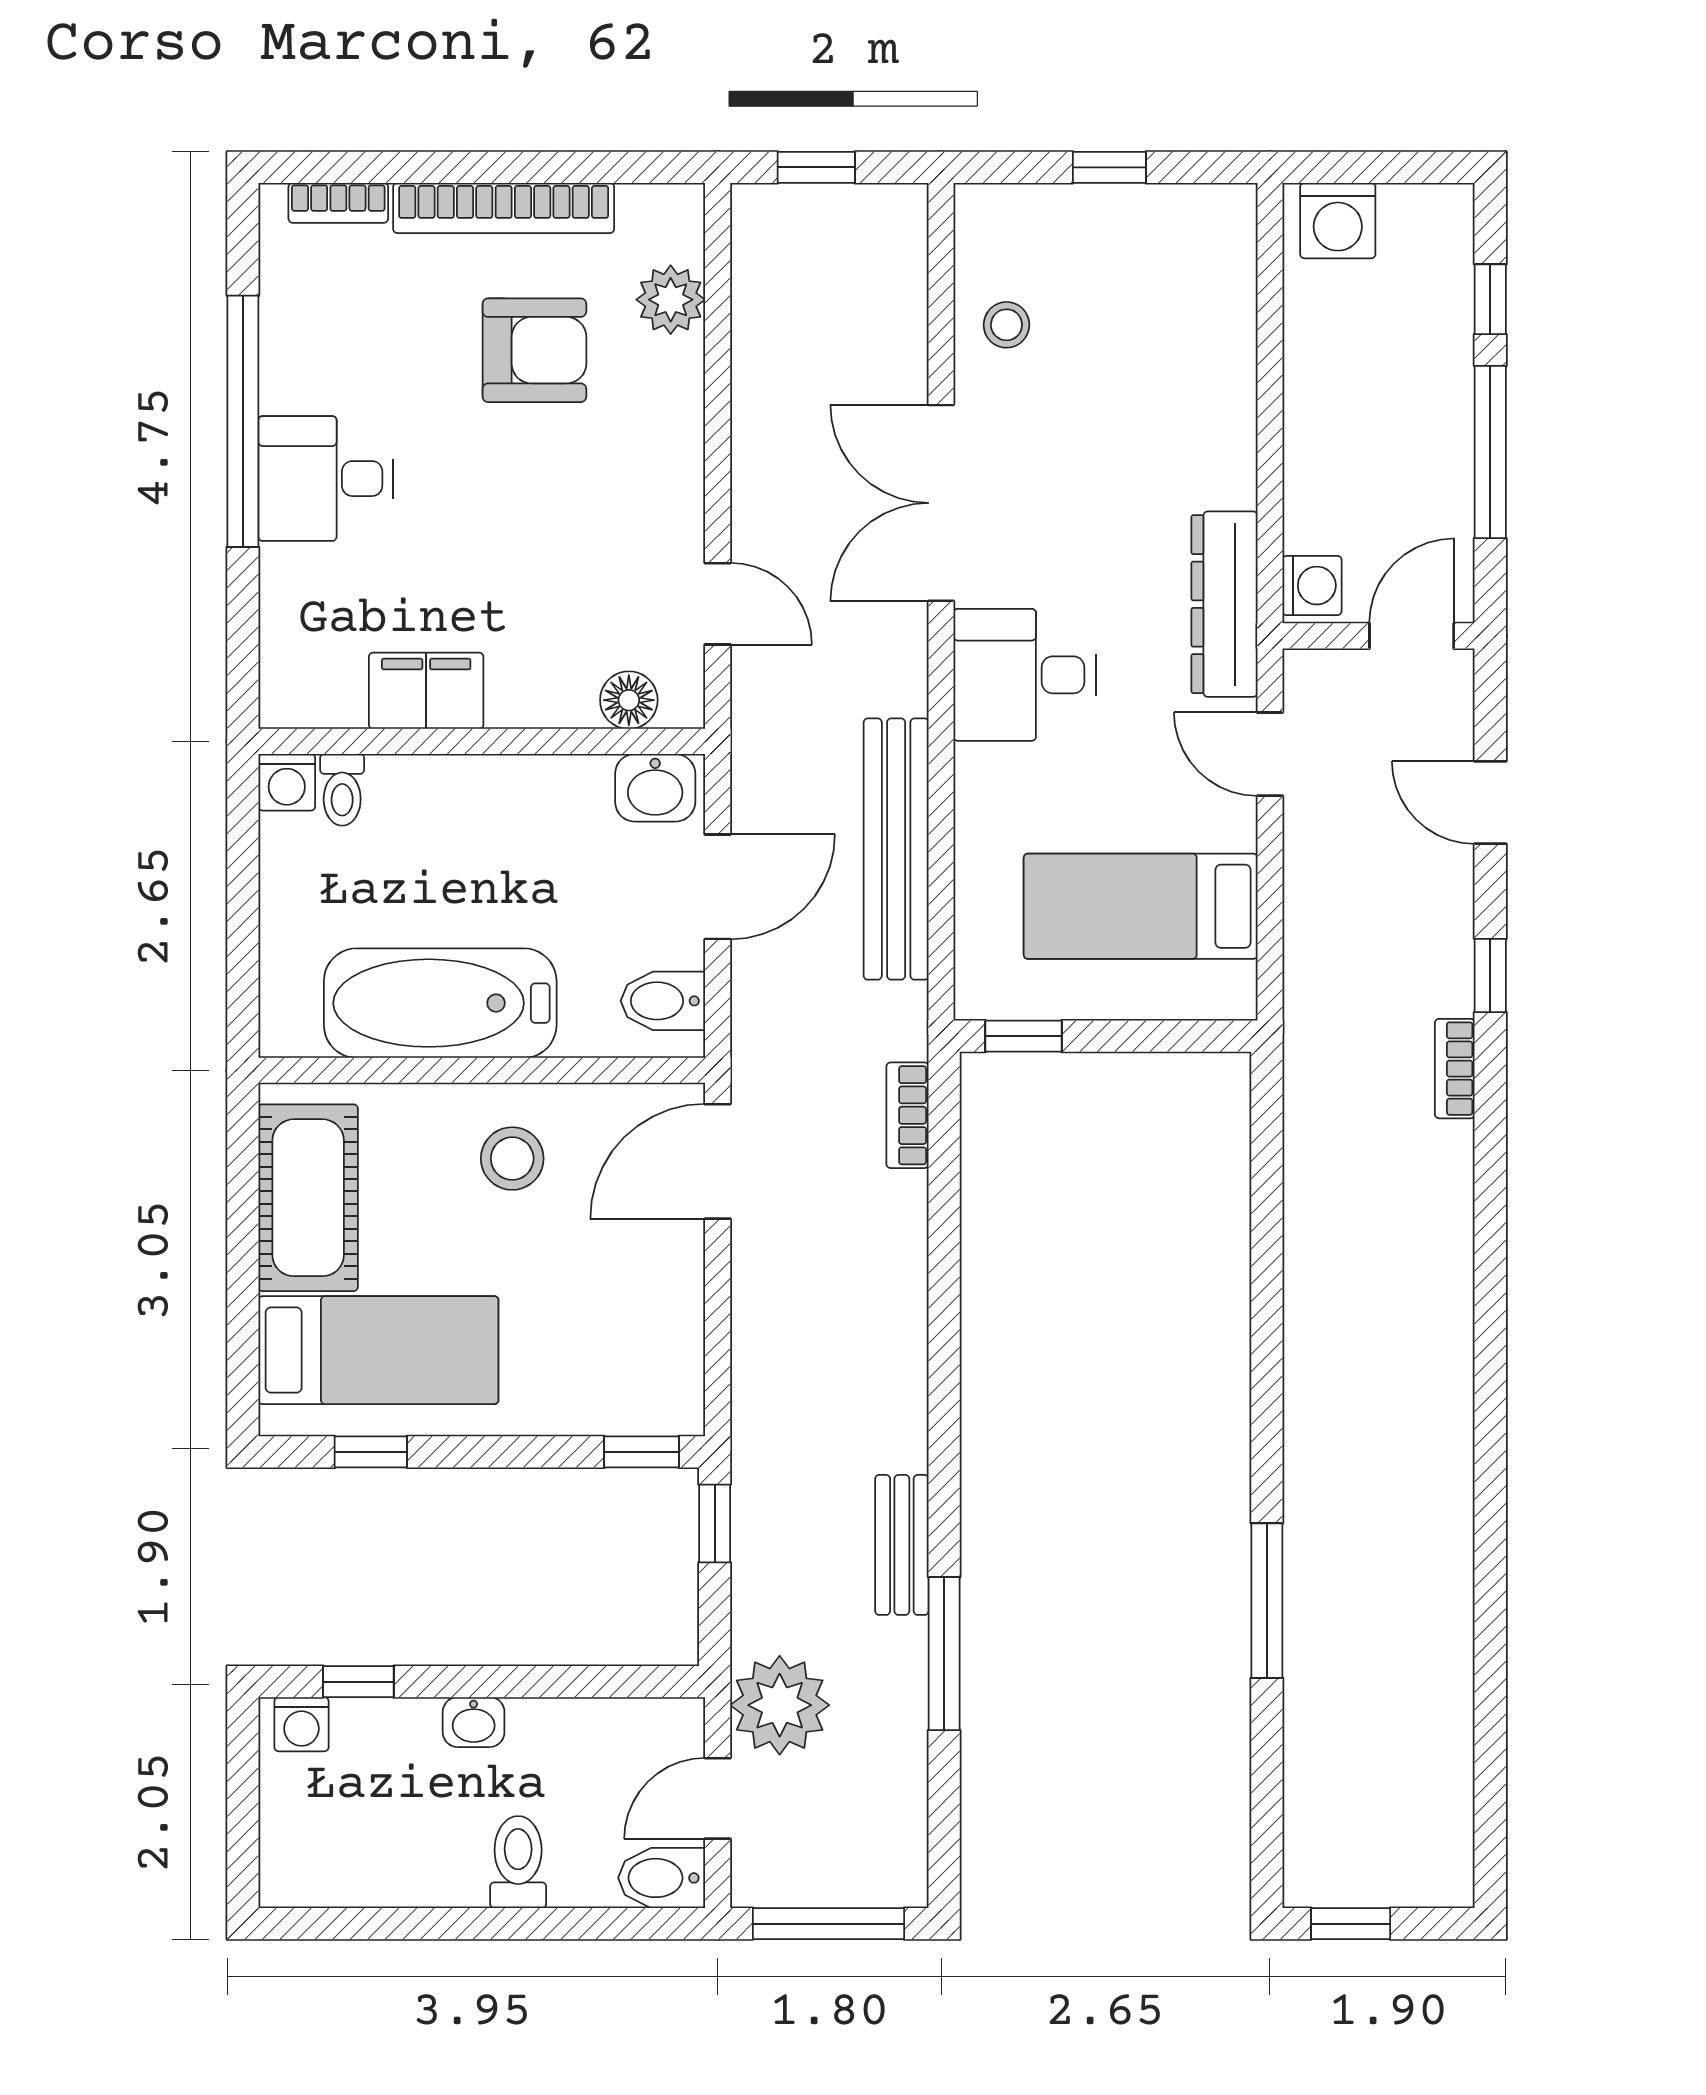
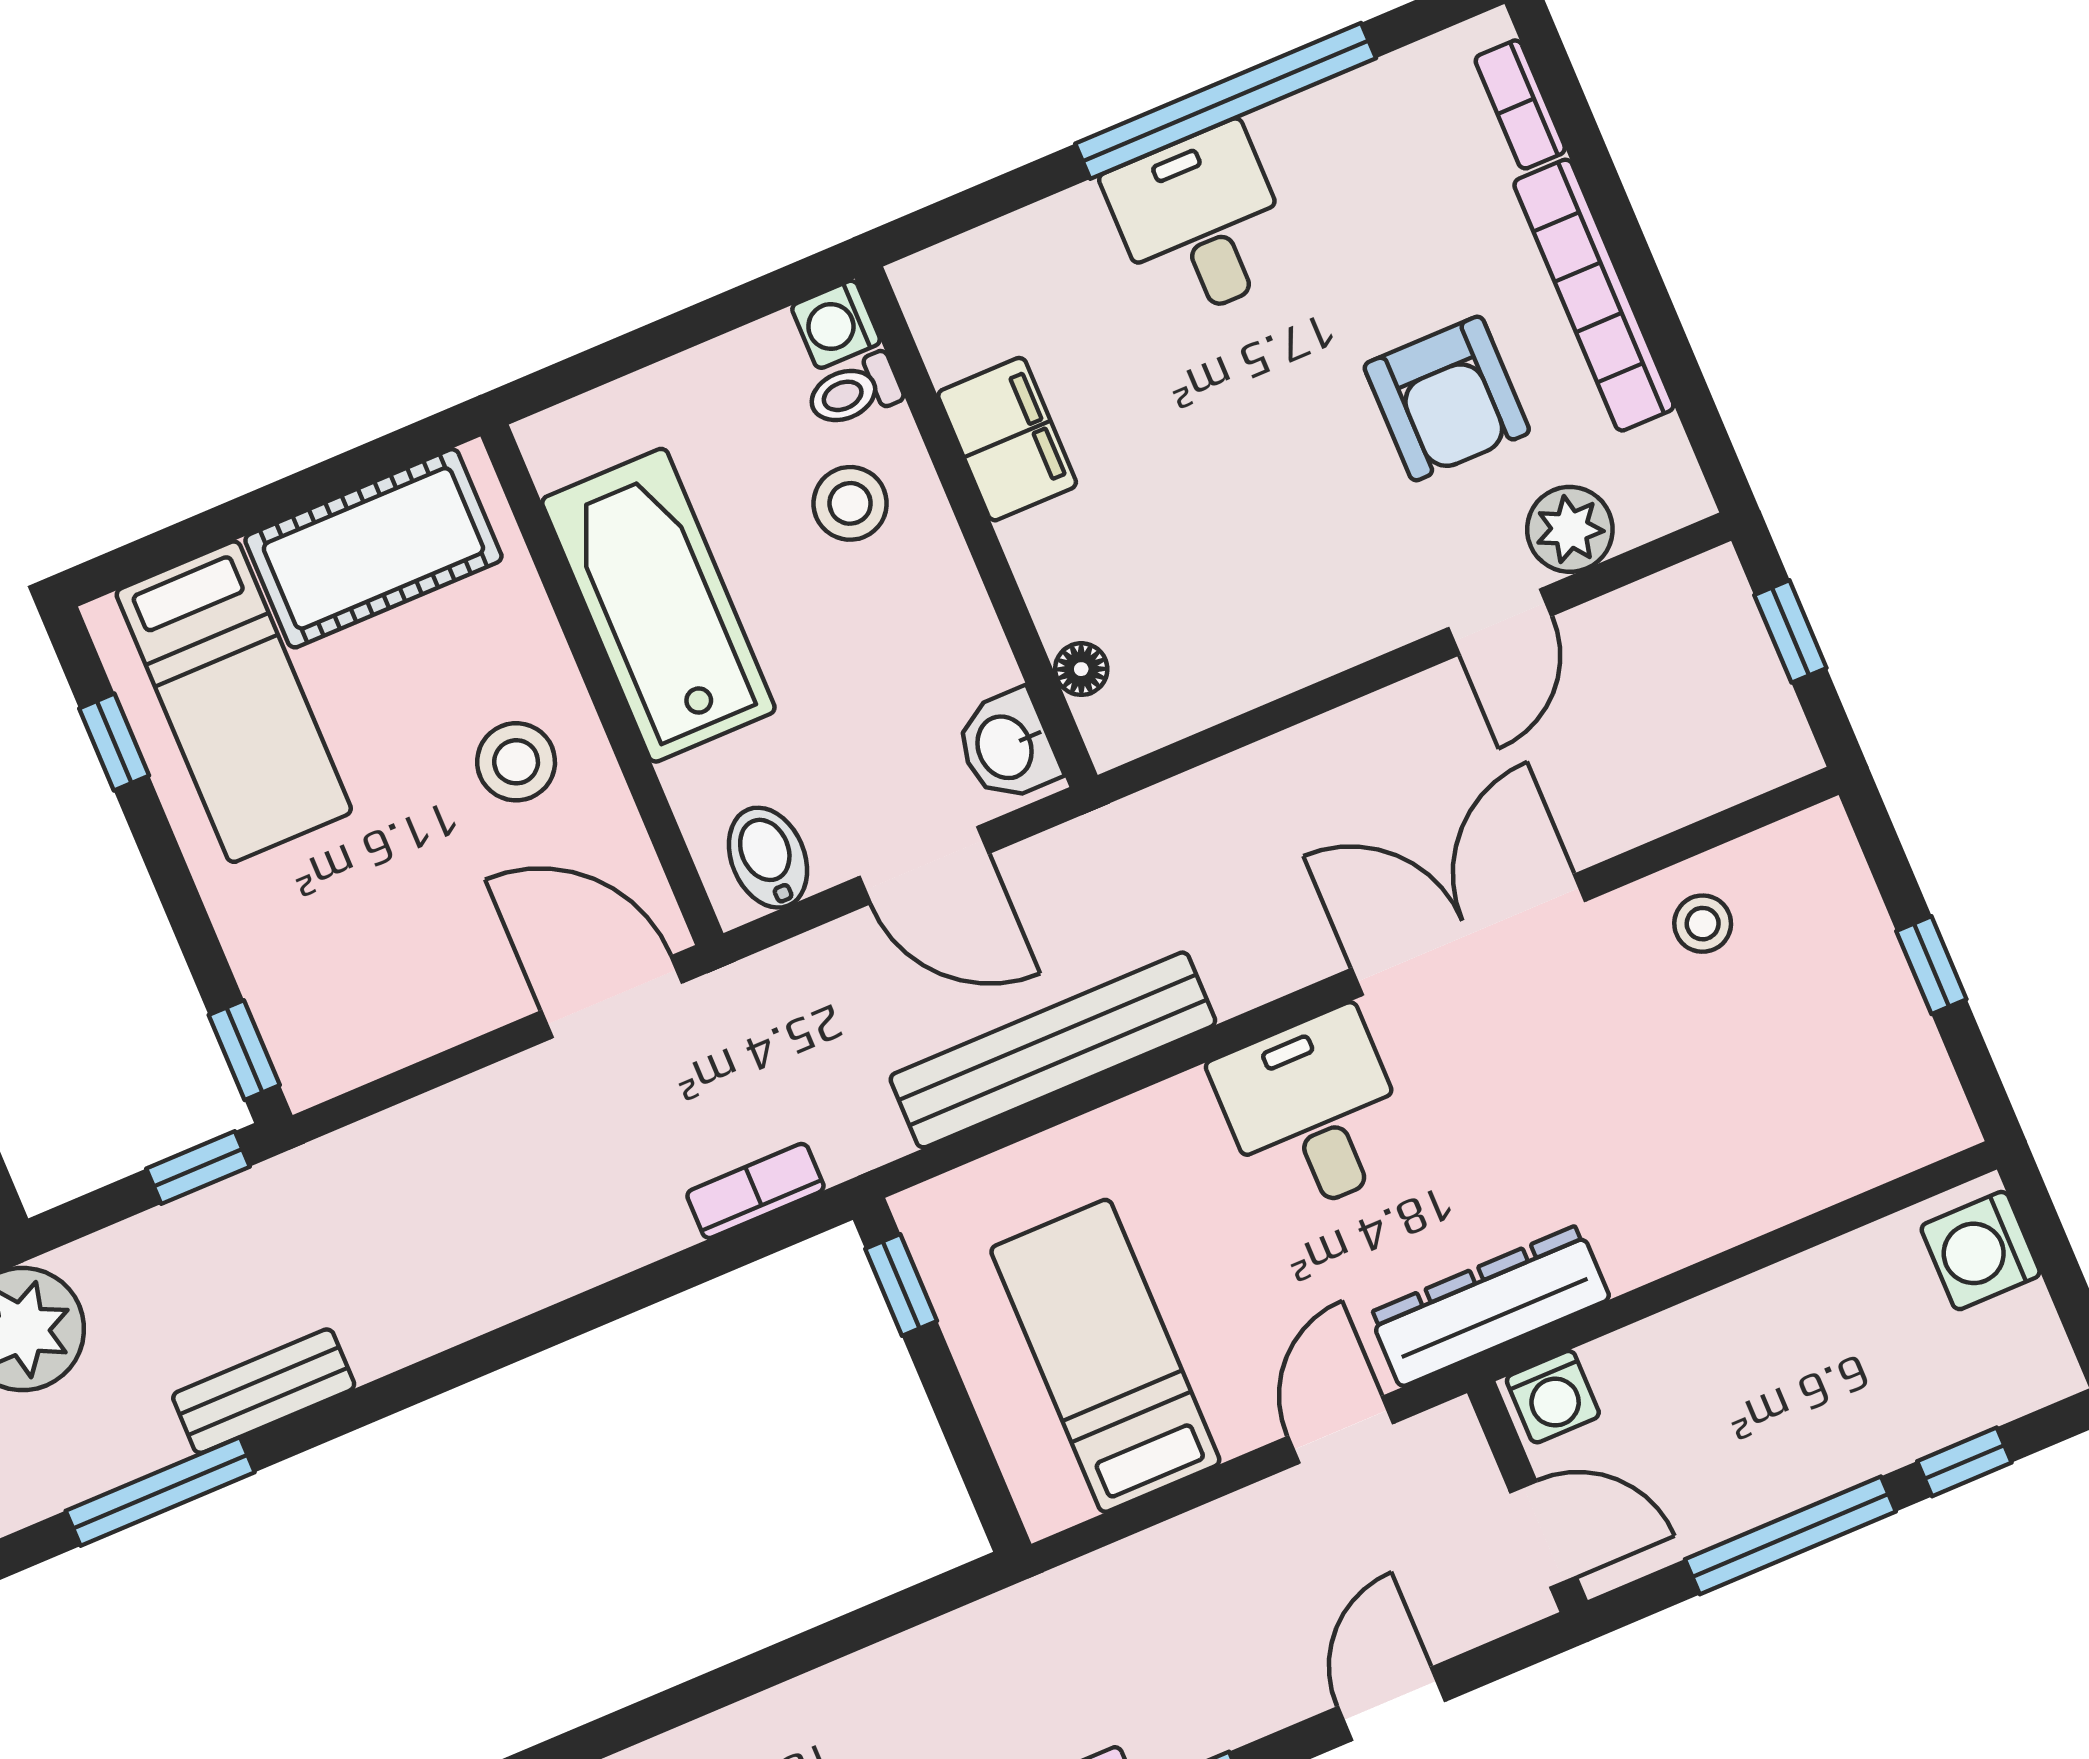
door: (718, 604) -> (1500, 622), moved
floor lamp: (629, 700) -> (1081, 669), width x0.73, depth x0.73
stool: (425, 828) -> (850, 503), added

